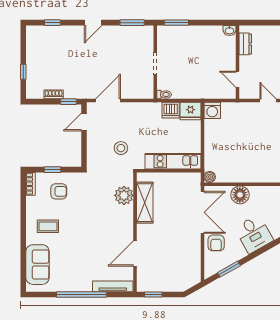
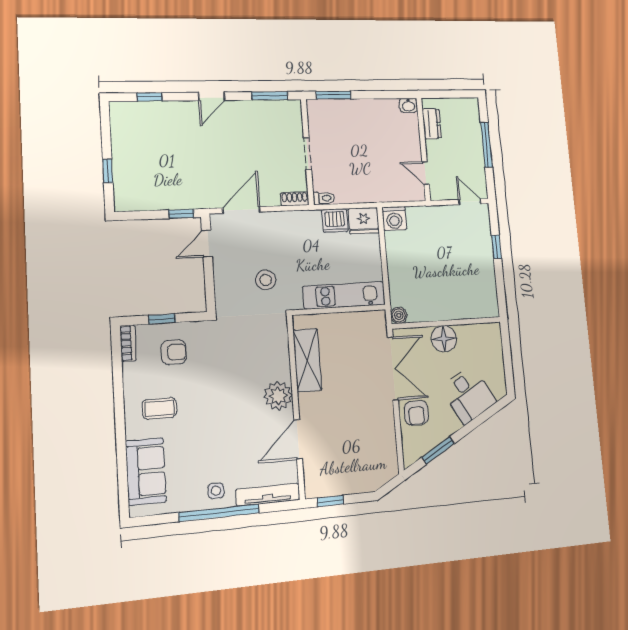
shoe rack: (54, 94) -> (295, 199), moved
plant: (124, 195) -> (278, 396), moved
side table: (80, 281) -> (216, 491), added

